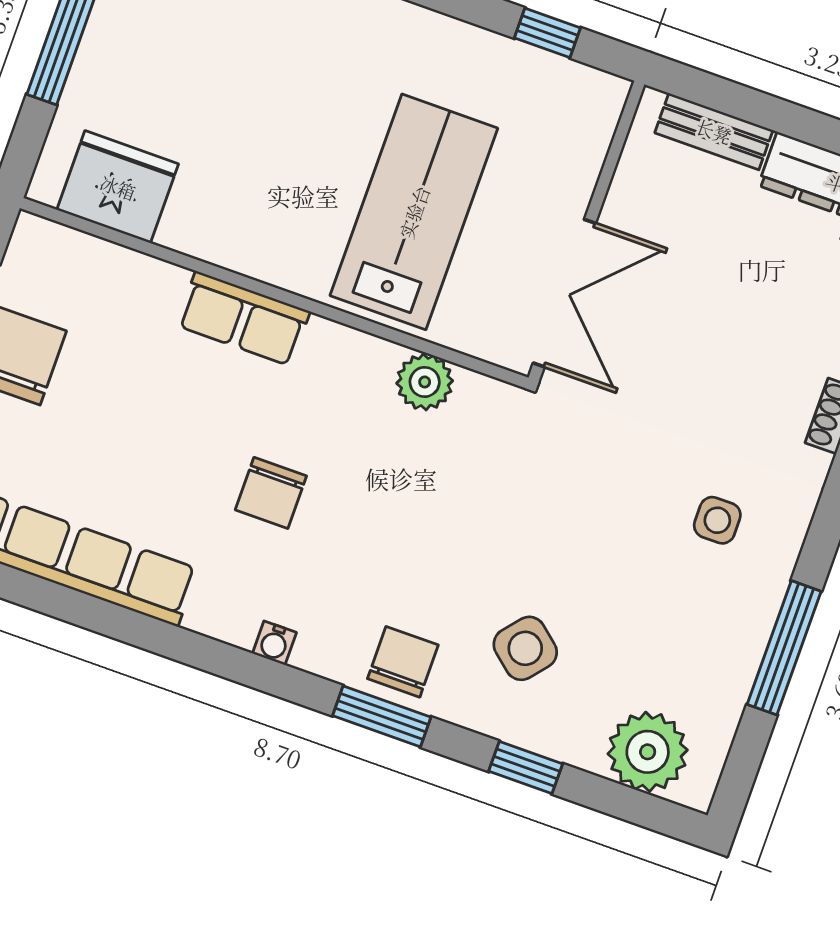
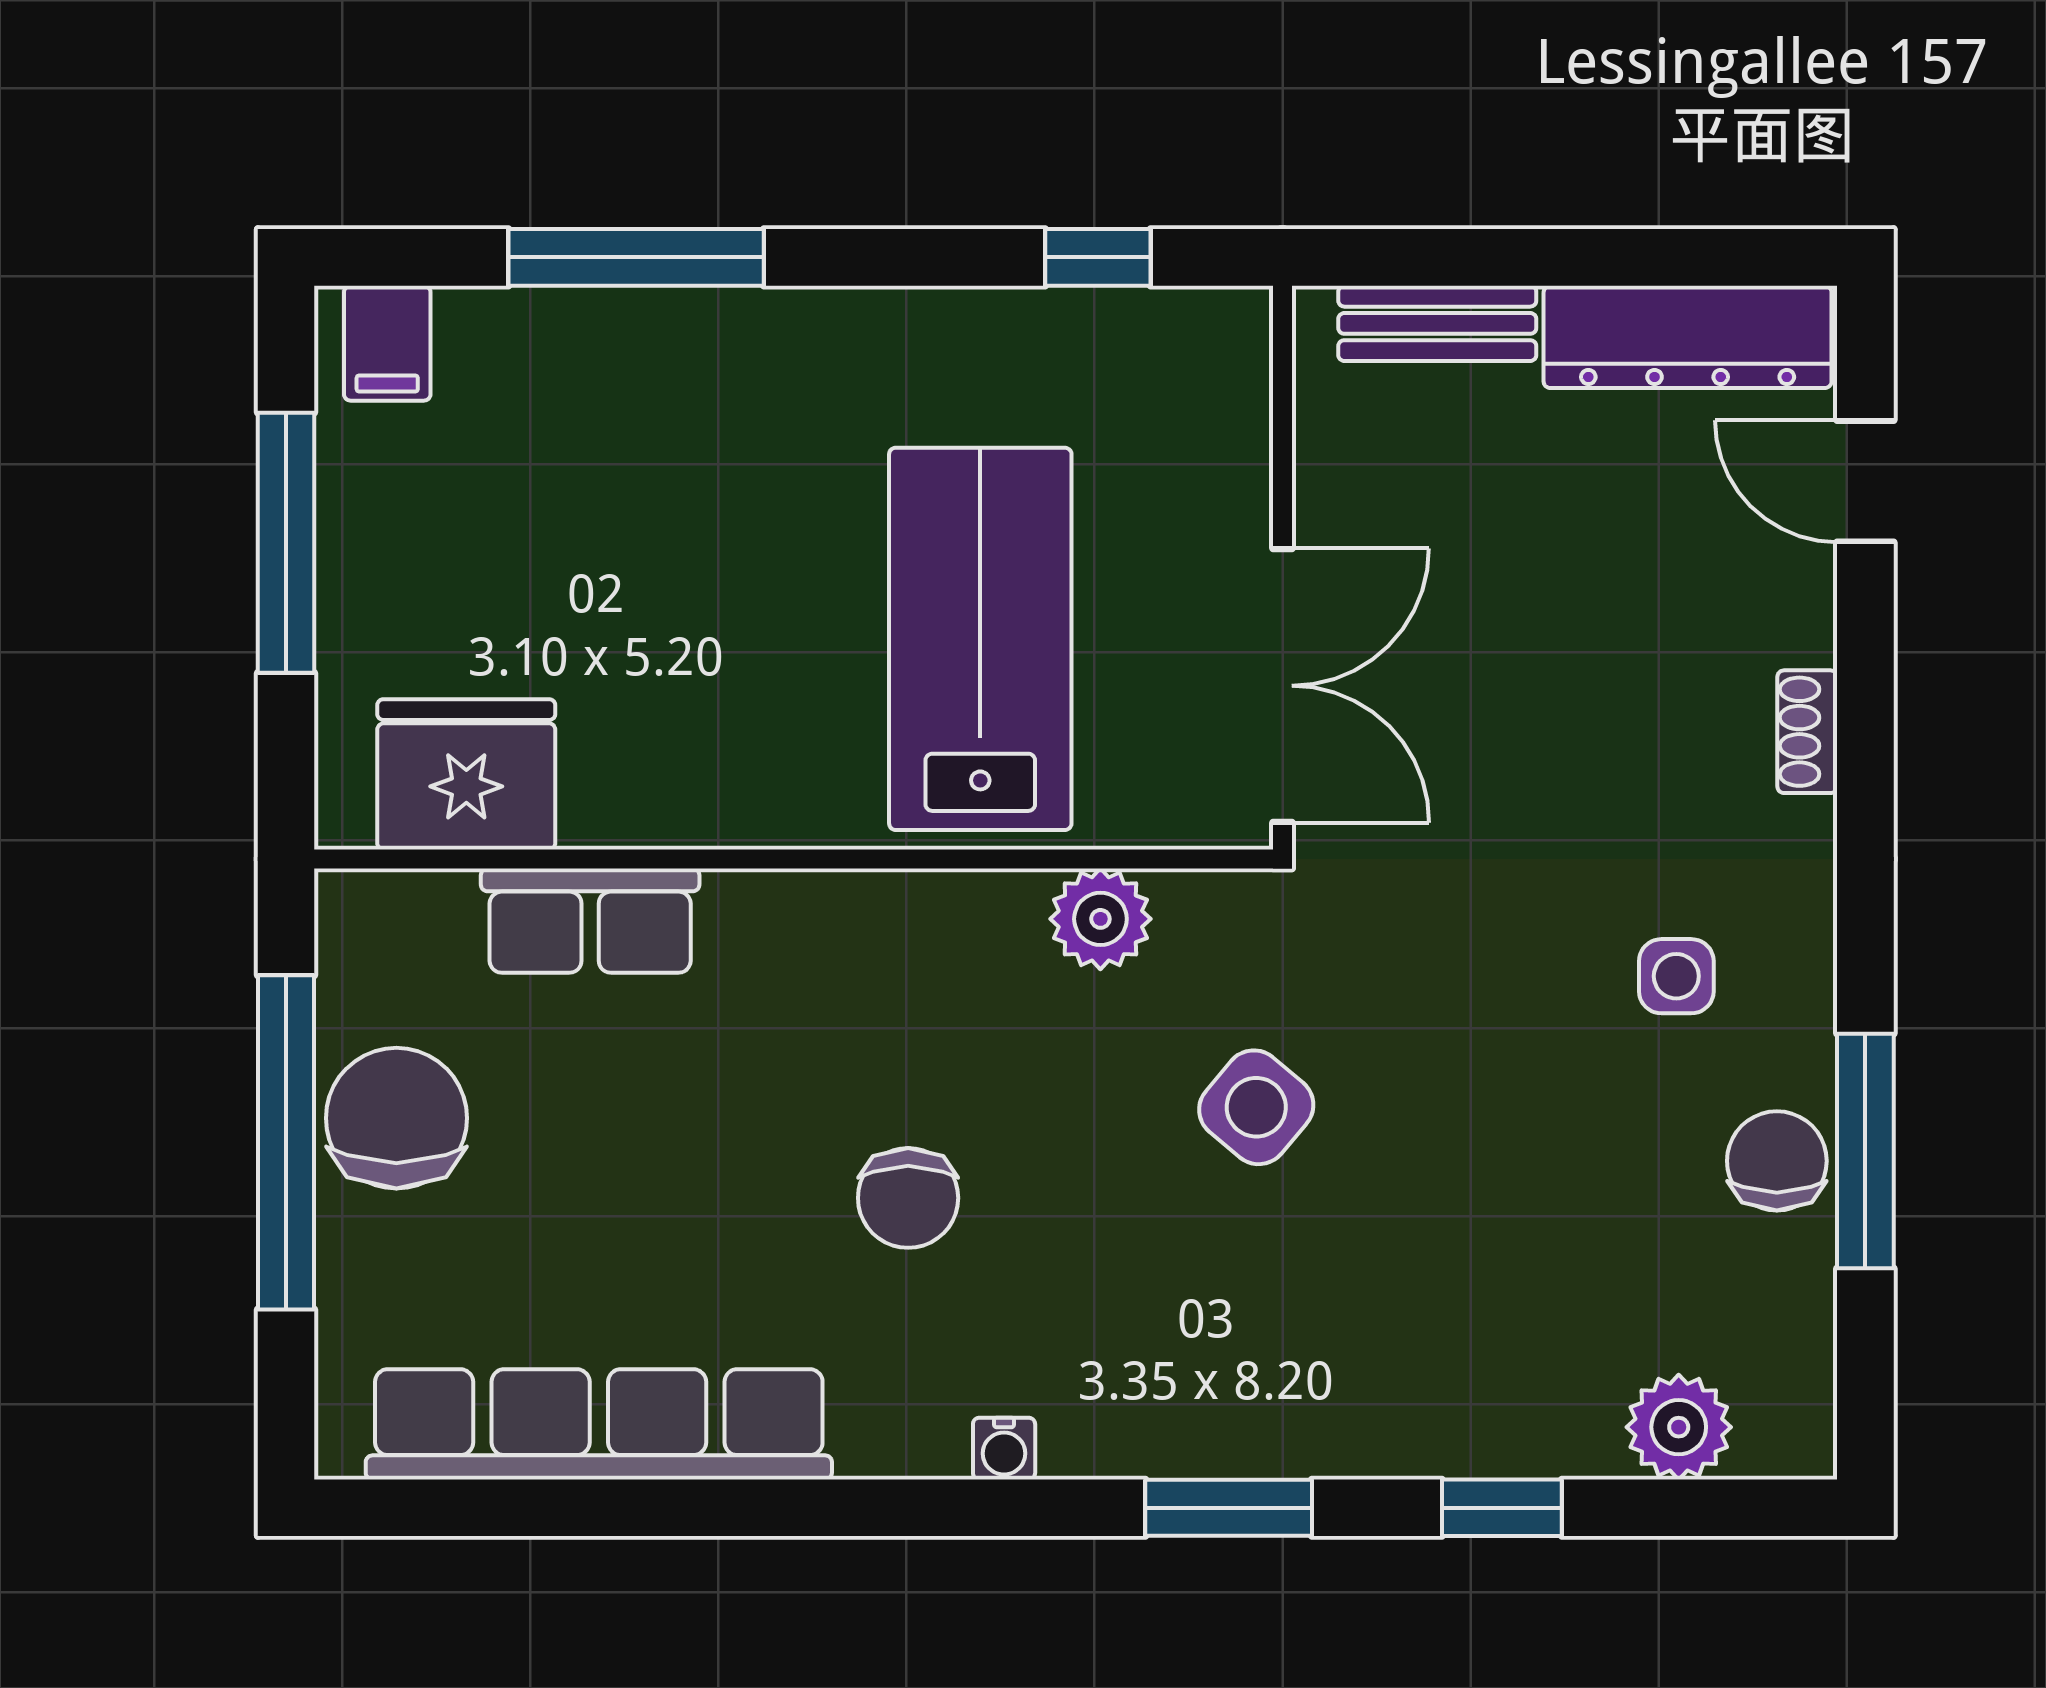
row of seats: (243, 318) -> (590, 921), moved
side table: (525, 648) -> (1256, 1107), moved
chair: (403, 662) -> (1777, 1161), moved
plant: (648, 752) -> (1679, 1427), width x0.73, depth x0.73

